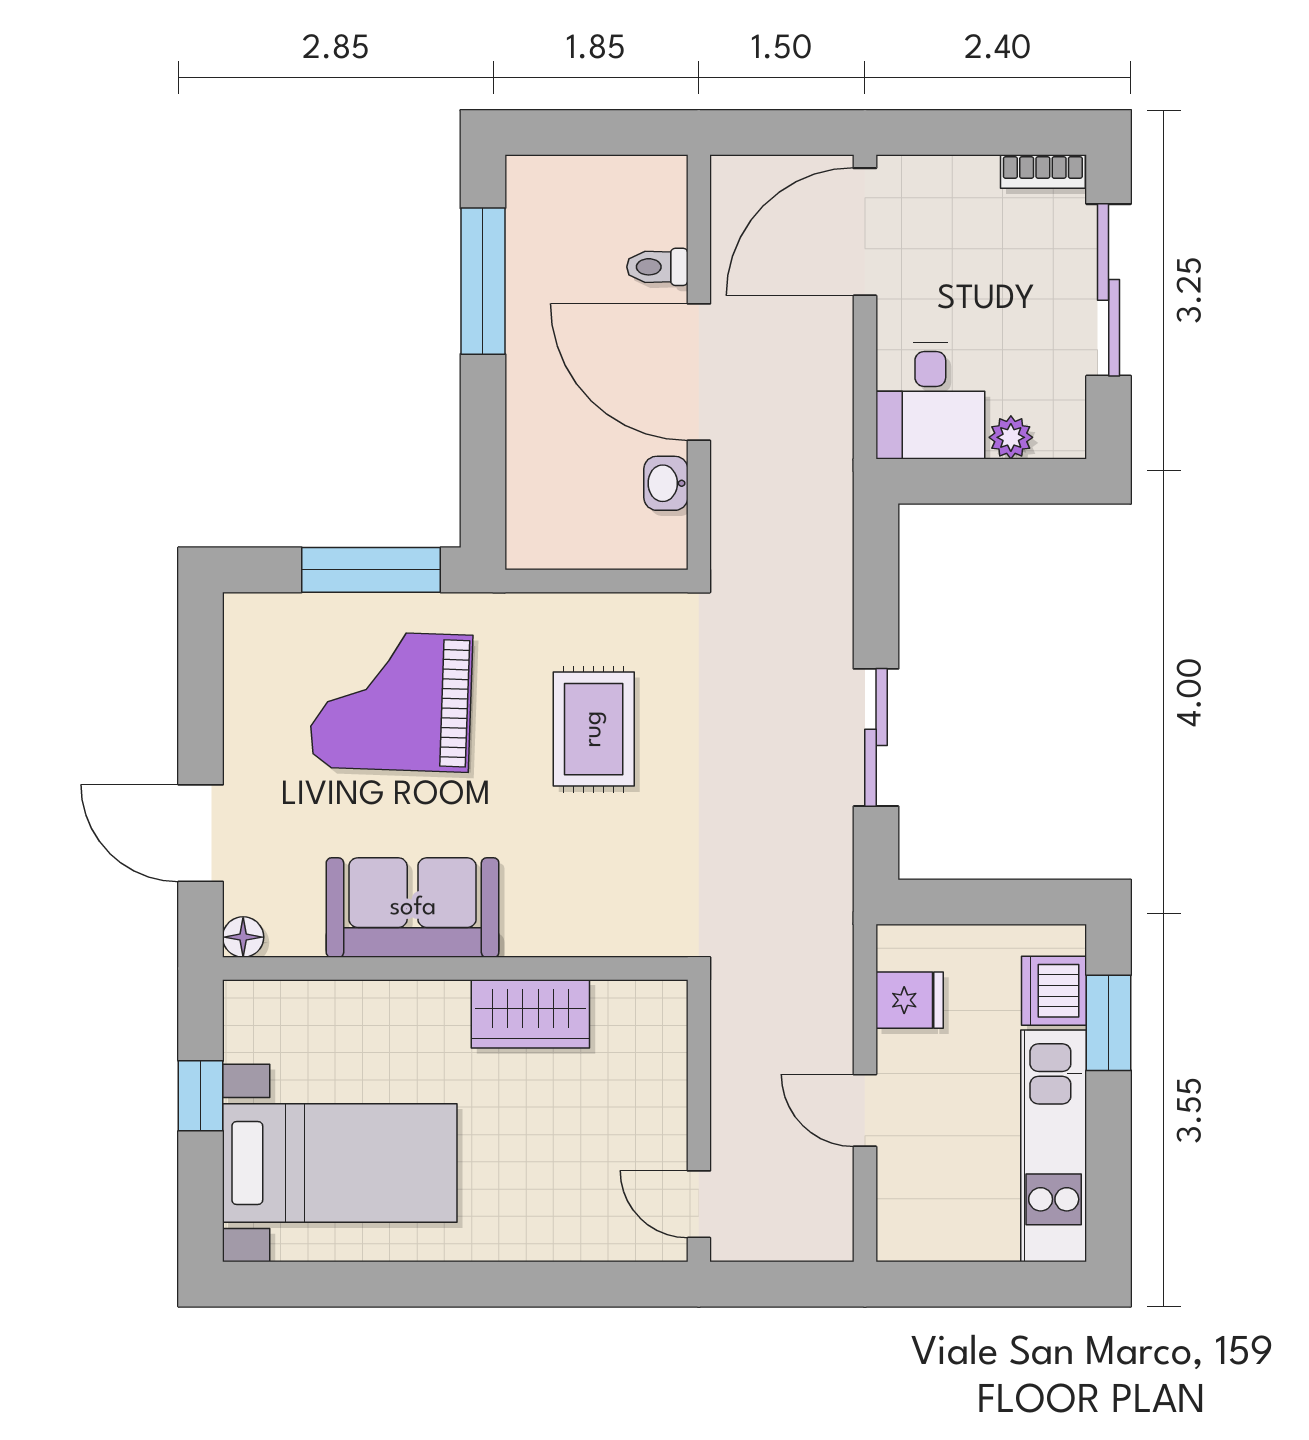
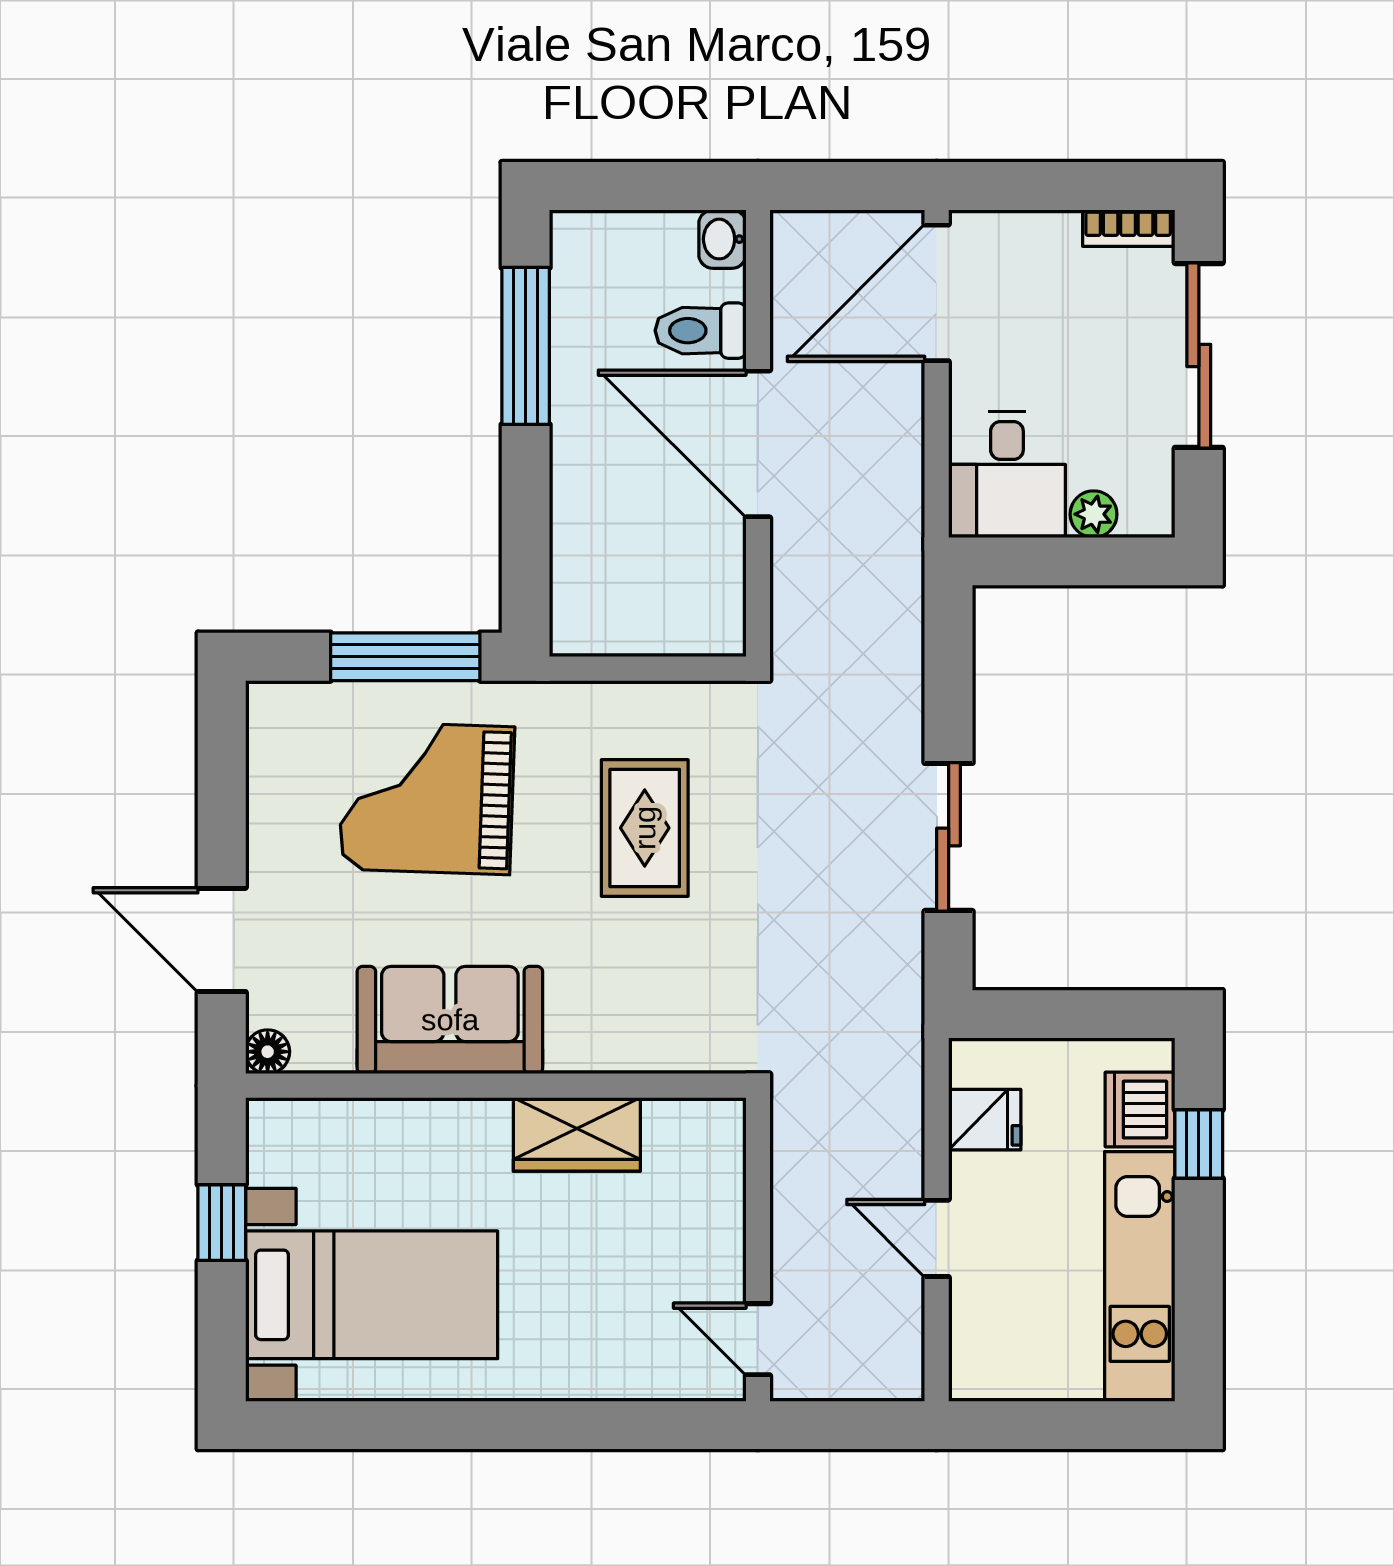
toilet: (657, 267) -> (701, 331), width x1.37, depth x1.39
washbasin: (666, 483) -> (722, 239), moved
window: (1109, 1023) -> (1199, 1144), width x0.67

